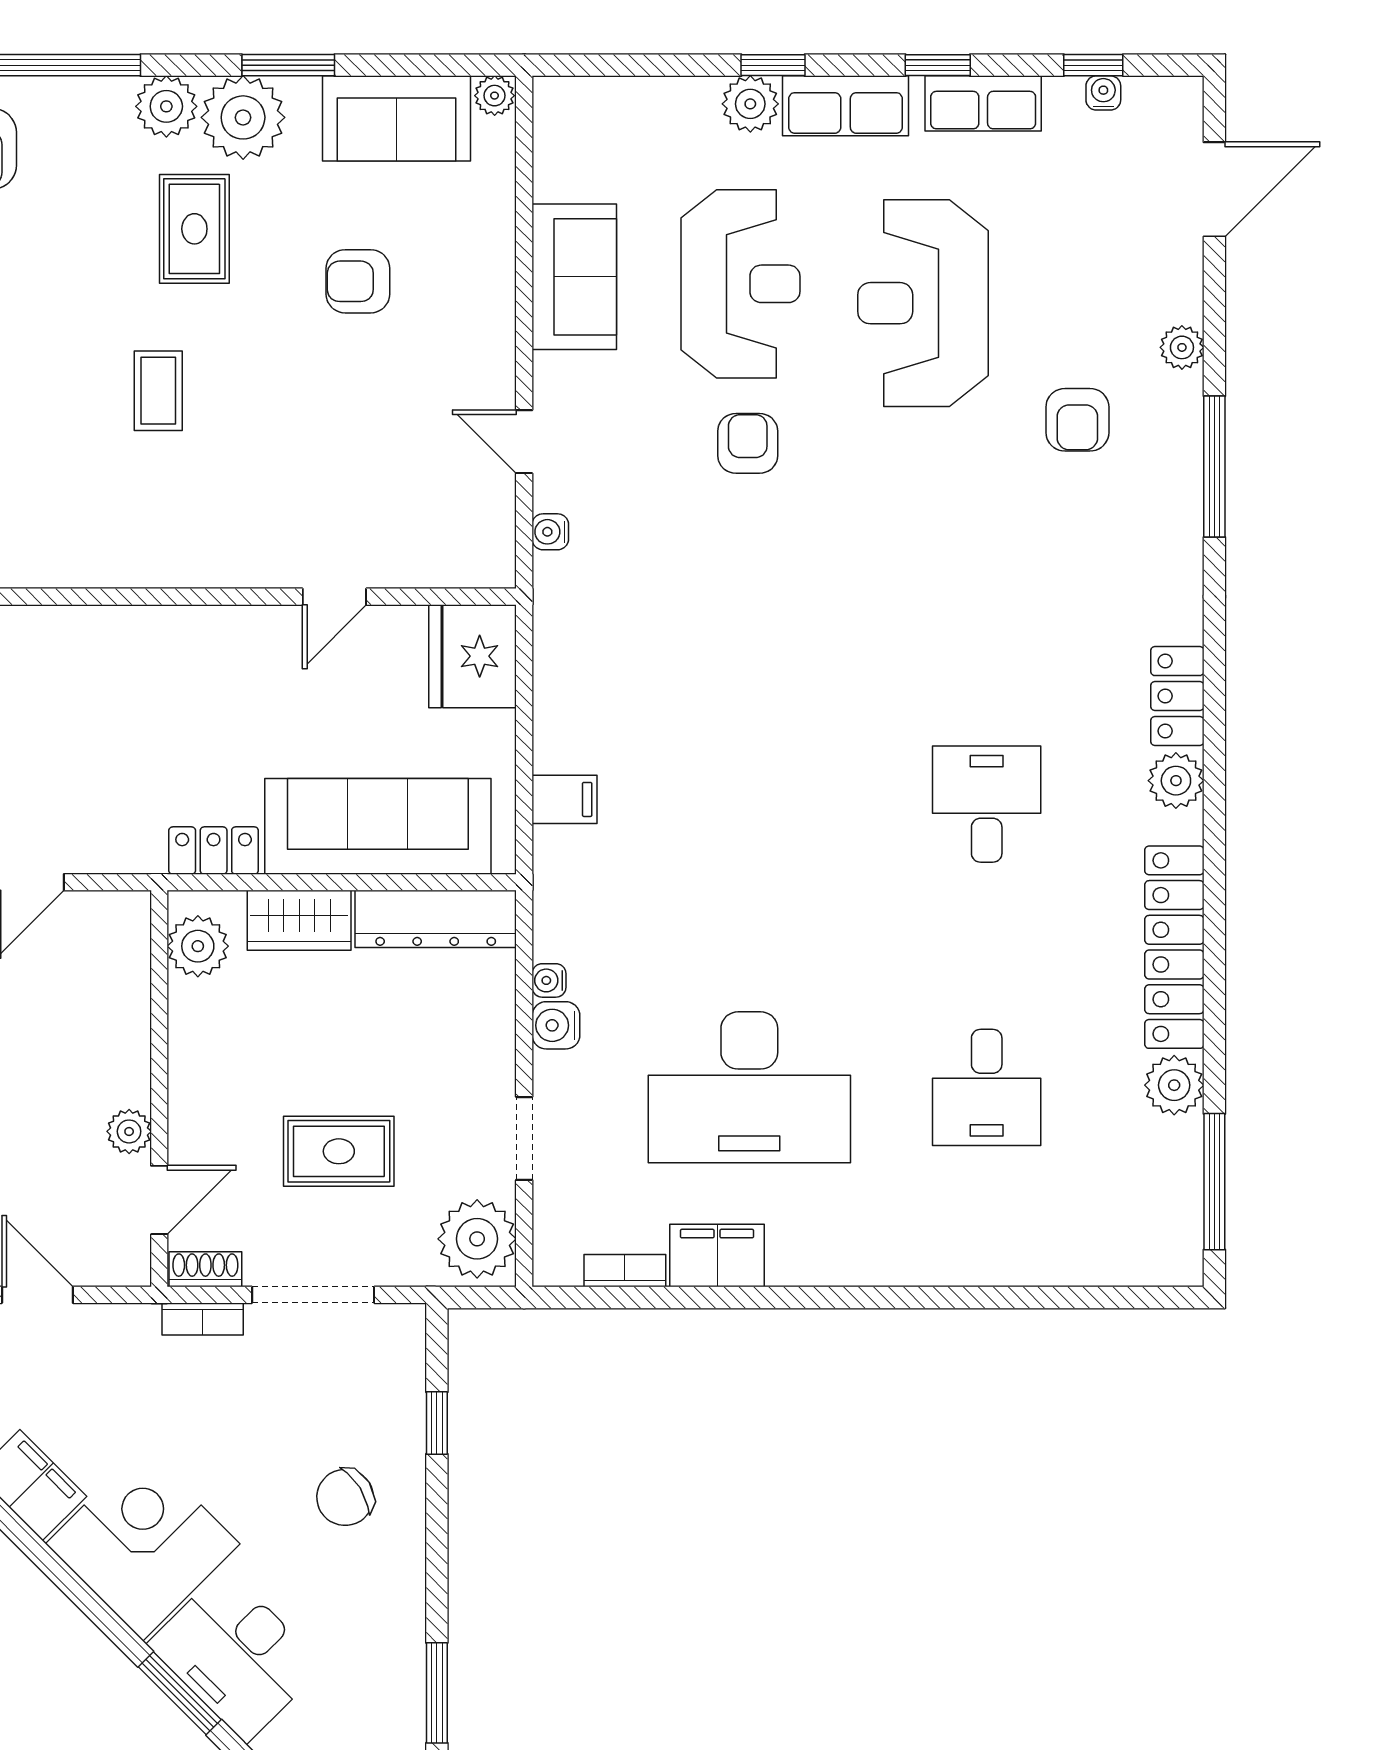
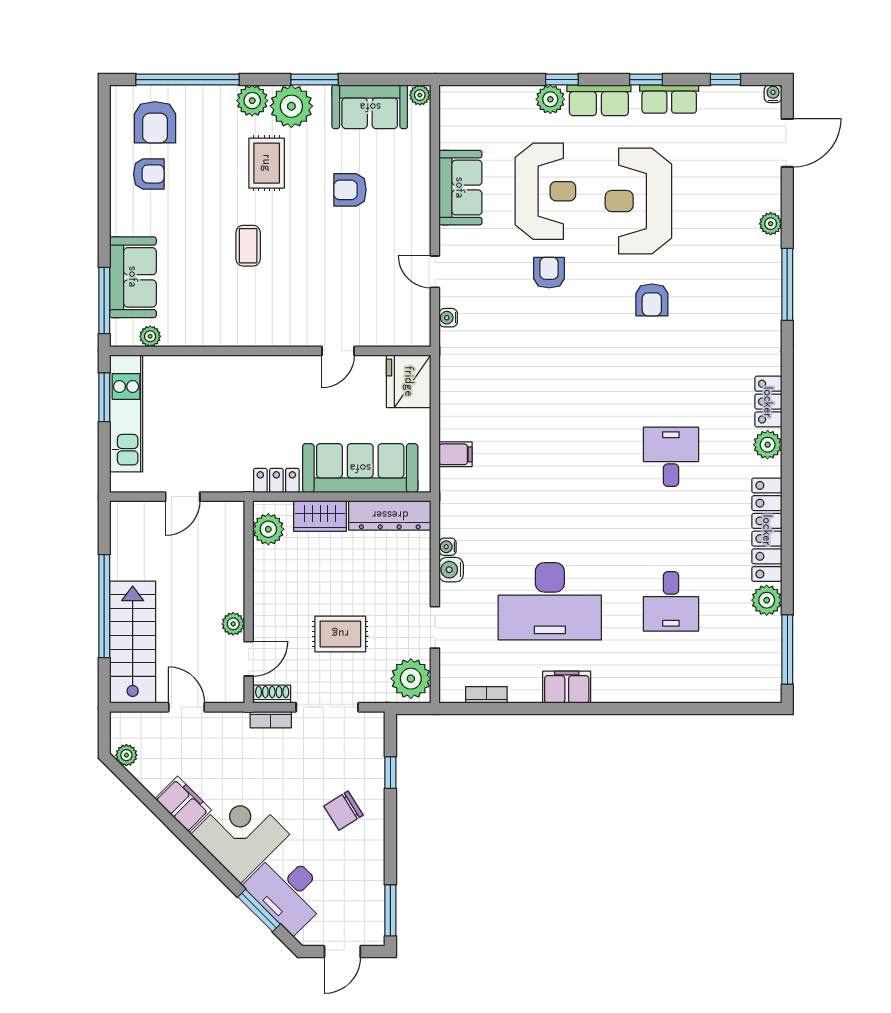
water cooler: (1103, 93) -> (773, 94), moved
armchair: (1077, 420) -> (652, 300), moved
filing cabinet: (717, 1256) -> (567, 687), moved

